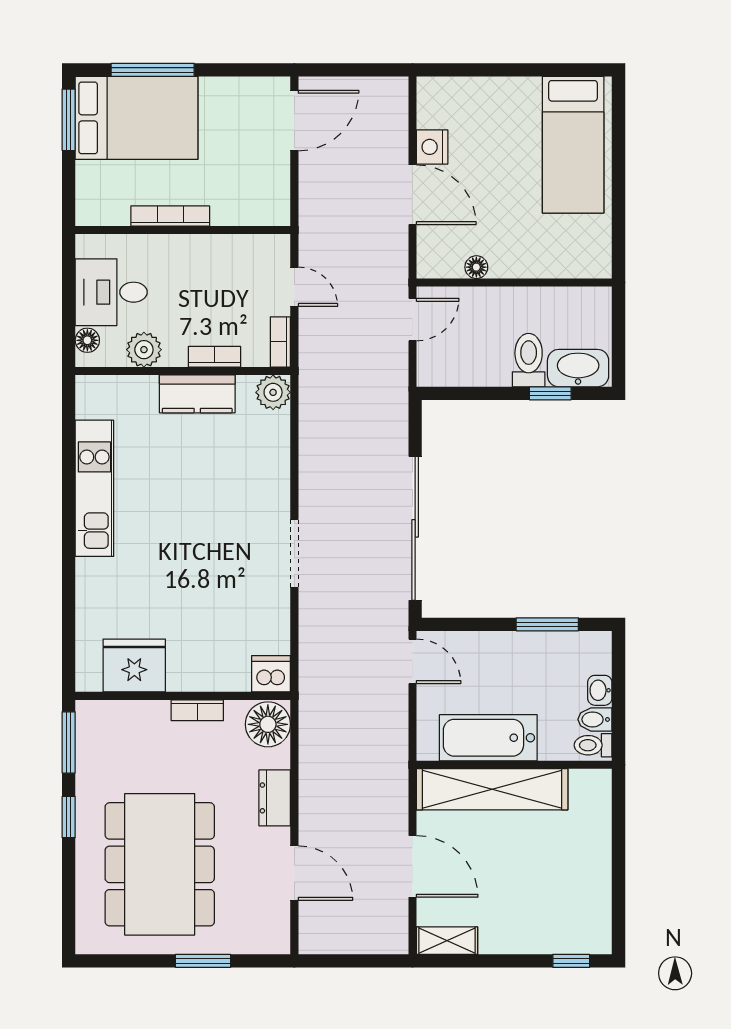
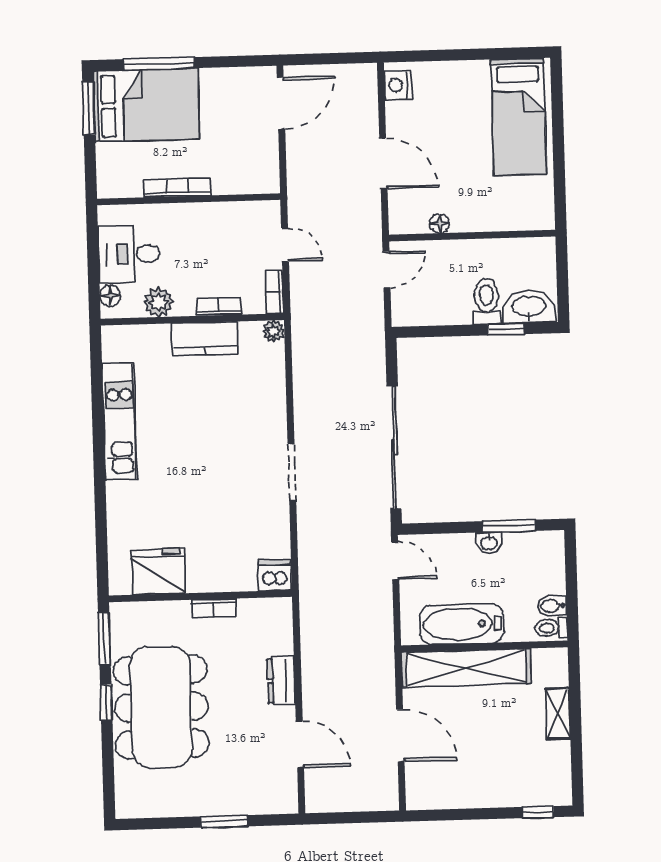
nightstand: (432, 147) -> (398, 85), moved
plant: (273, 392) -> (274, 331), width x0.73, depth x0.73
washbasin: (600, 690) -> (489, 543), moved, turned -90
floor lamp: (268, 724) -> (274, 618), removed
dining table: (160, 864) -> (161, 707), moved
shelving: (447, 941) -> (558, 714), moved, turned 90

